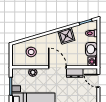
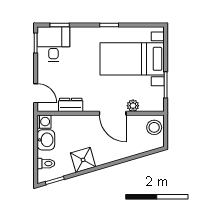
stool: (31, 52) -> (154, 127), moved
door: (57, 67) -> (113, 113), moved

